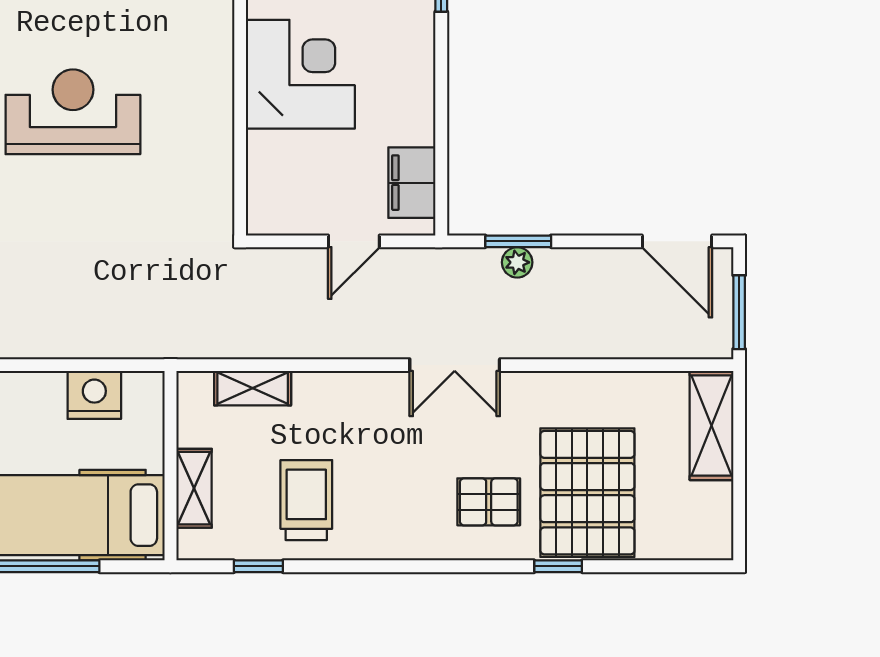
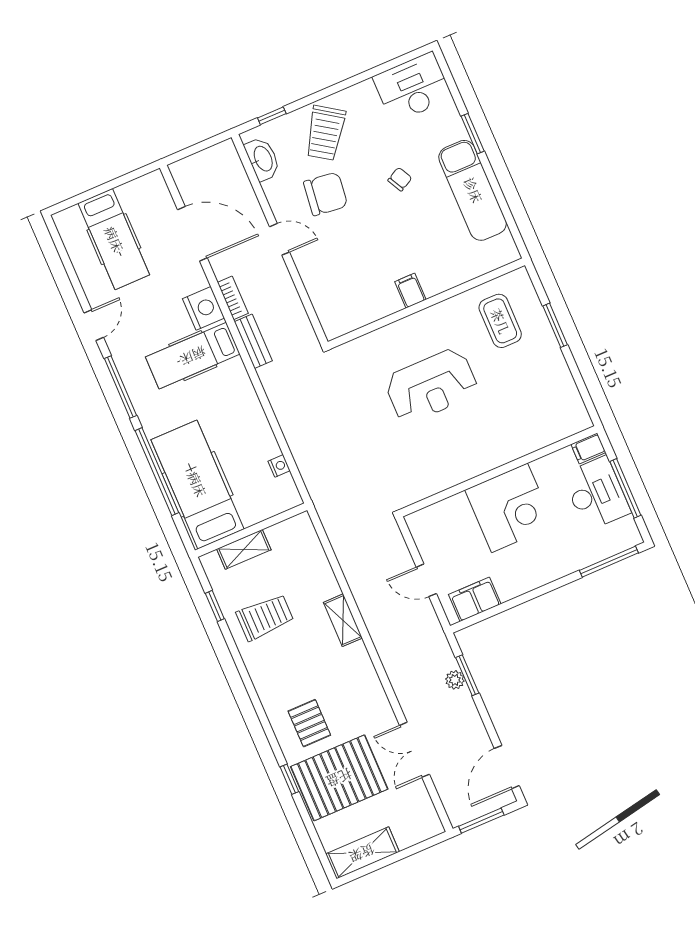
reception desk: (73, 112) -> (431, 386), turned 90
double door: (455, 365) -> (415, 750), moved
shelving: (253, 388) -> (343, 620), moved
nightstand: (94, 395) -> (279, 466), width x0.53, depth x0.56
shelving: (712, 426) -> (362, 853), moved

